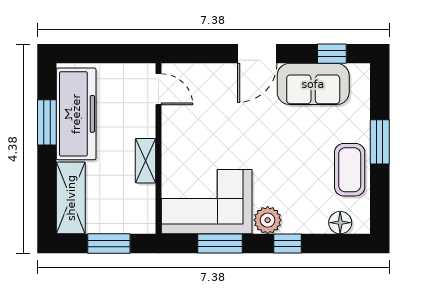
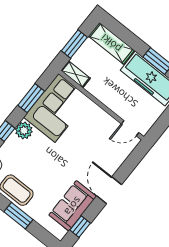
shelving: (146, 161) -> (76, 74), moved

